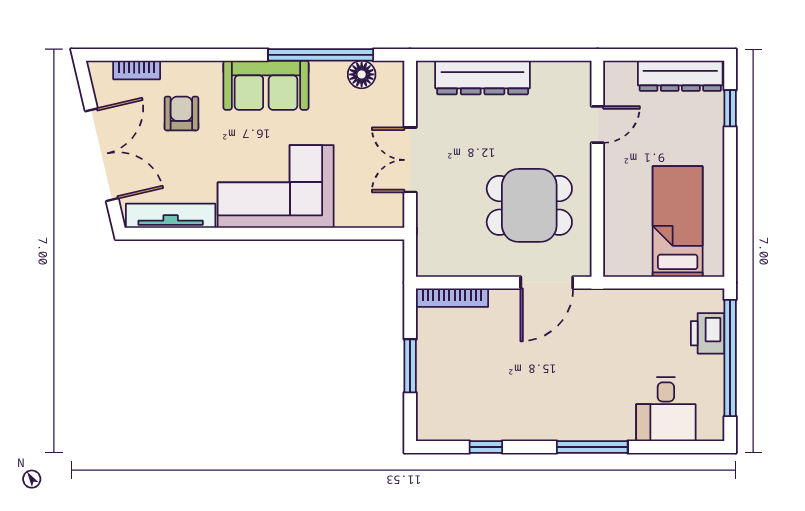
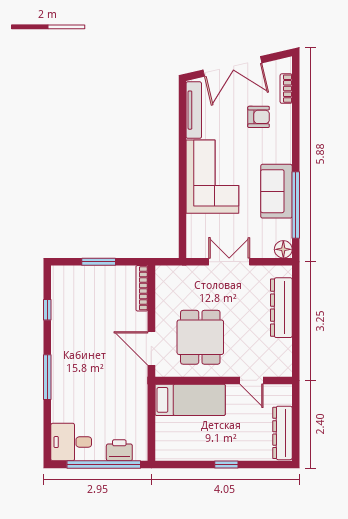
floor lamp: (362, 74) -> (283, 249), moved
sofa: (266, 85) -> (276, 191), moved
window: (730, 108) -> (226, 464), moved
bed: (678, 221) -> (190, 400), moved
desk: (666, 409) -> (71, 442), moved

